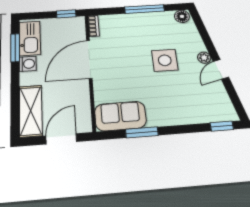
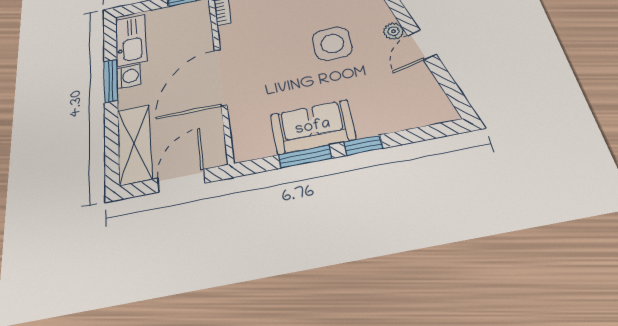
window: (15, 48) -> (111, 81), moved
door: (89, 59) -> (221, 77), moved
sofa: (120, 116) -> (313, 127), moved
window: (222, 126) -> (363, 145), moved

